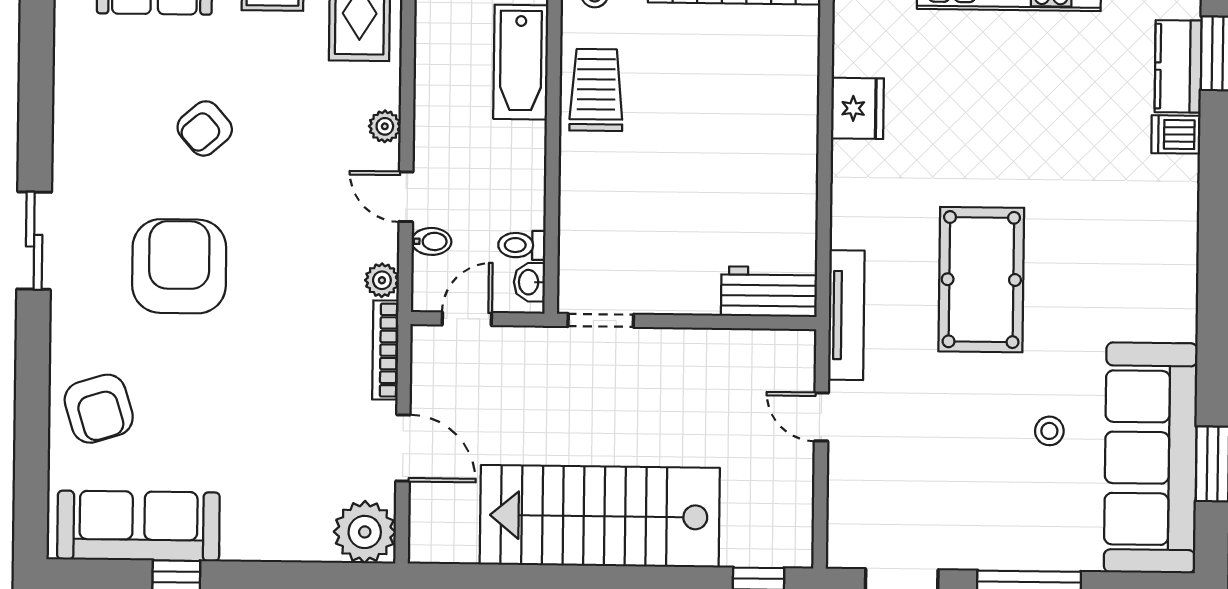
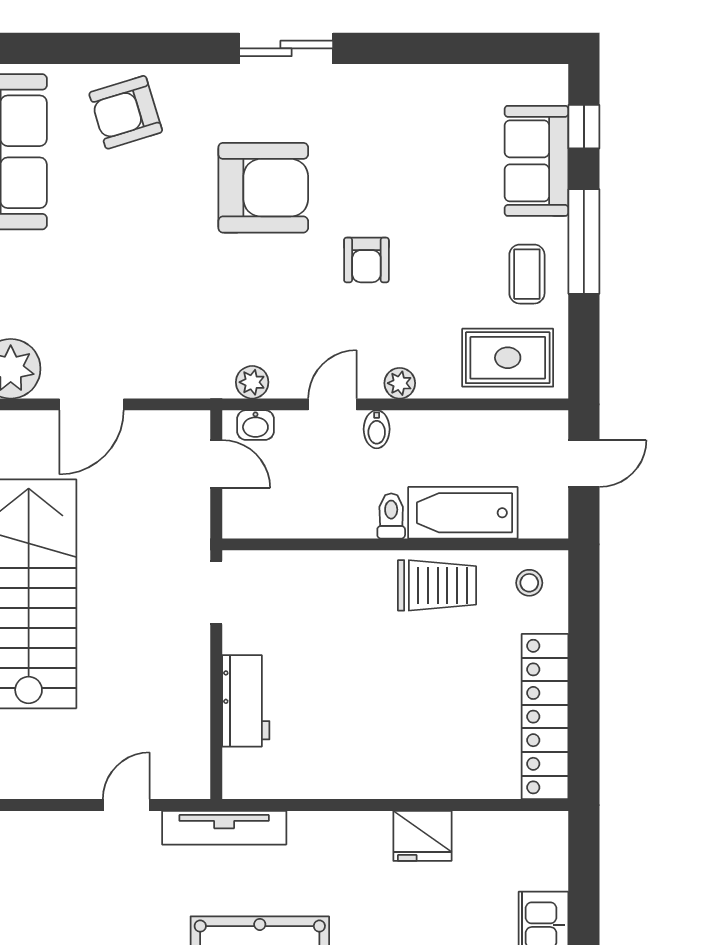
armchair: (205, 128) -> (366, 260), moved, turned -139
bidet: (431, 241) -> (377, 429), moved
toilet: (522, 245) -> (391, 516), moved
washbasin: (529, 282) -> (255, 425), moved, turned 180
workbench: (769, 292) -> (246, 701), moved
bookcase: (385, 350) -> (185, 386), removed

